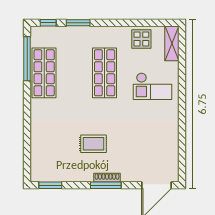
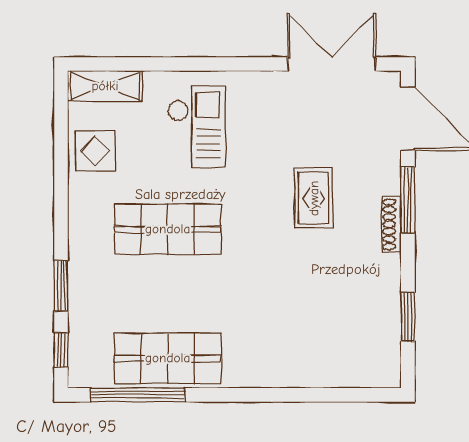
rug: (93, 144) -> (314, 198), moved
double door: (182, 150) -> (332, 64), added
window: (50, 185) -> (408, 317), moved
window: (106, 185) -> (408, 200), moved

